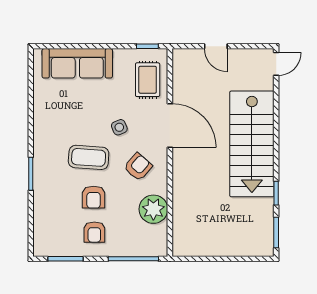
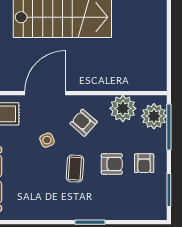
coffee table: (89, 157) -> (75, 169), width x0.73, depth x0.77
armchair: (94, 232) -> (144, 163), turned 90
plant: (145, 243) -> (154, 116), added

